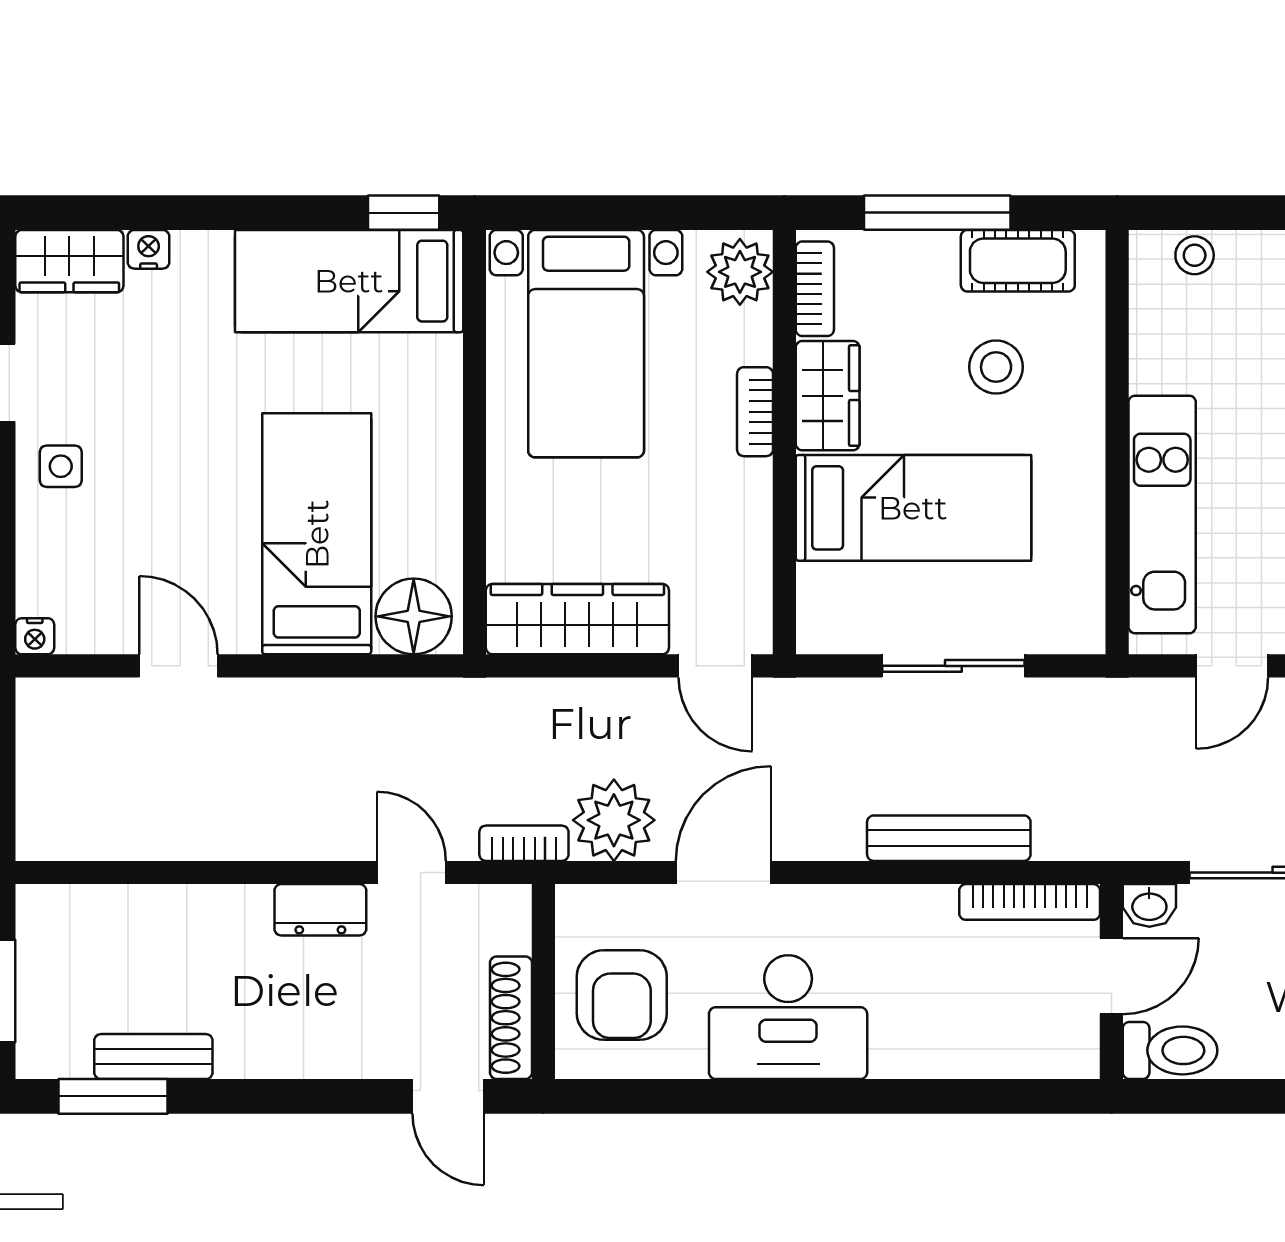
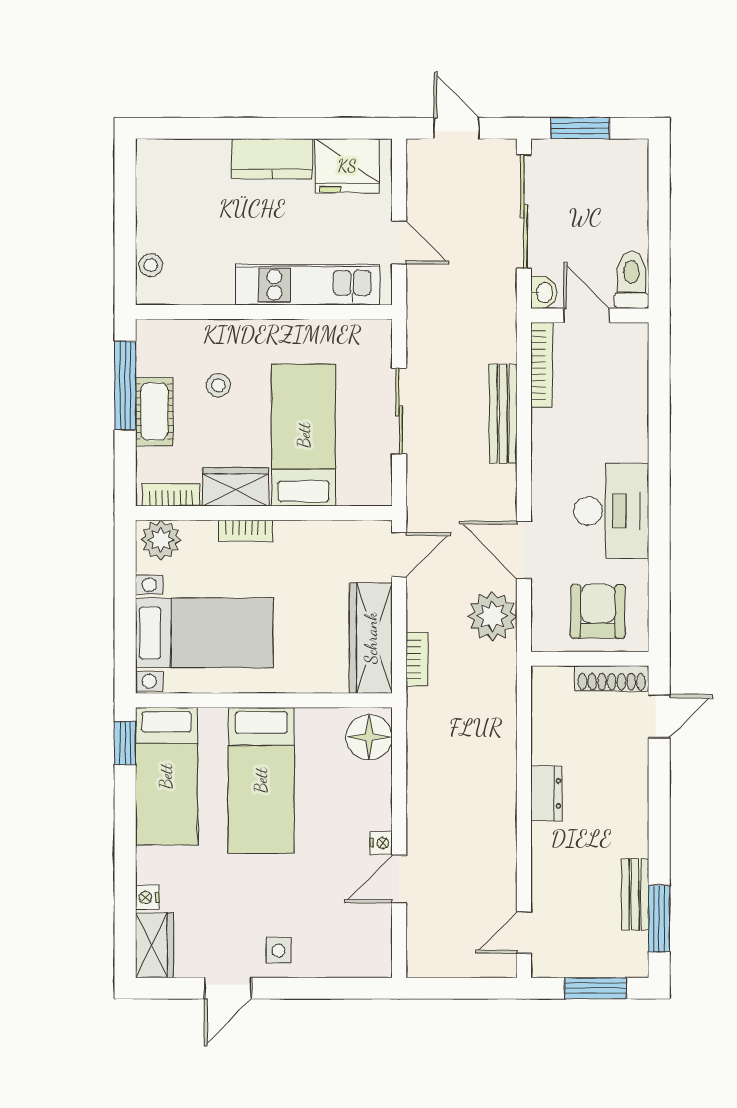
window: (937, 213) -> (125, 385), moved
cot: (1018, 261) -> (154, 412), moved
stool: (996, 367) -> (218, 385), width x0.73, depth x0.73
bed: (317, 534) -> (261, 780), moved, turned -90
nightstand: (35, 636) -> (381, 843), moved
bookcase: (524, 843) -> (417, 659), moved, turned 180
door: (411, 873) -> (524, 933), moved
armchair: (622, 995) -> (598, 611), turned -90

